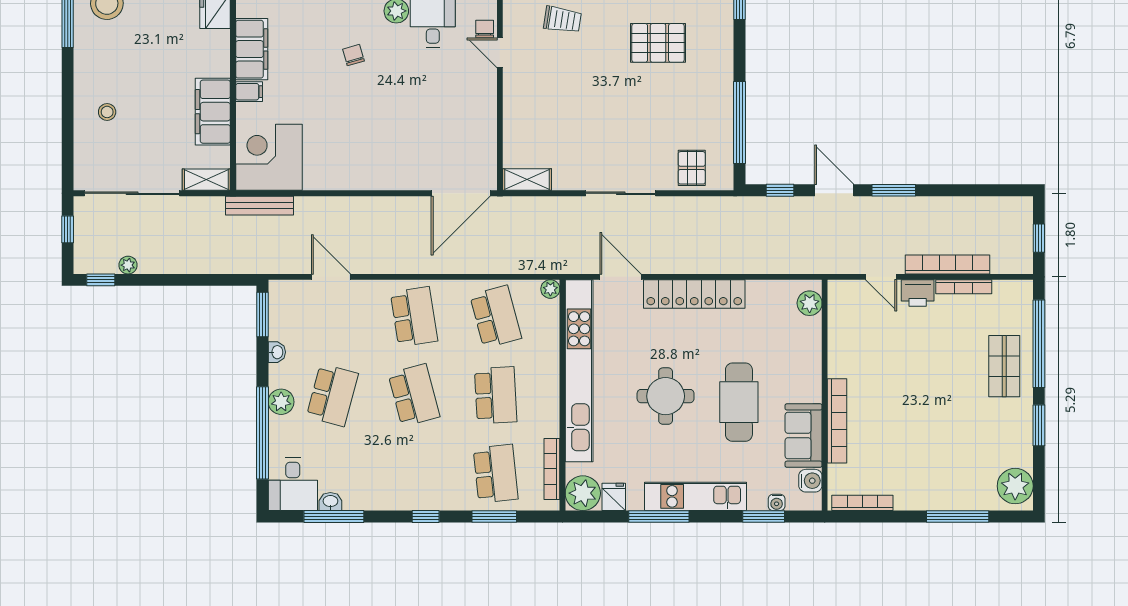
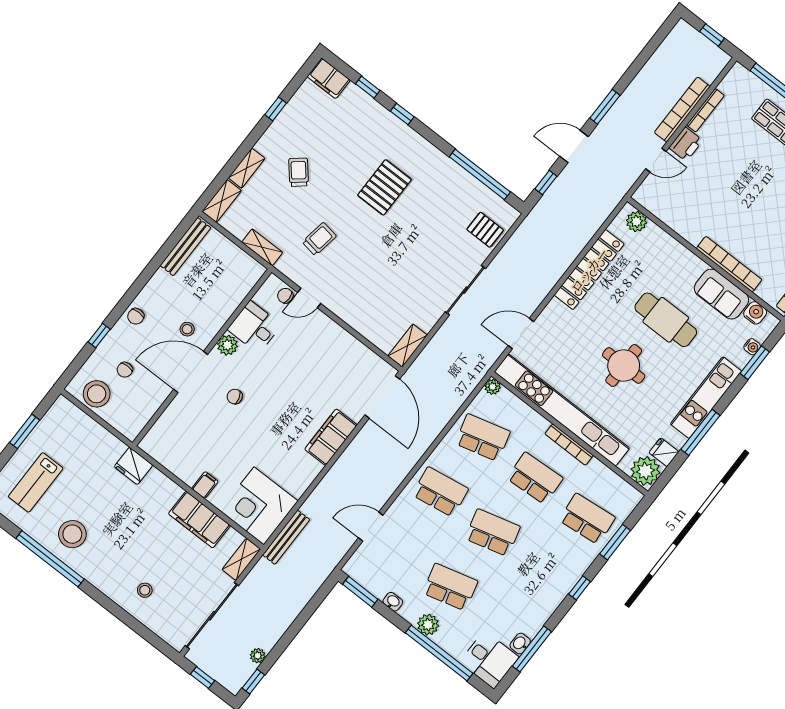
filing cabinet: (252, 49) -> (331, 437), moved, turned -90
locker: (694, 294) -> (589, 270), moved
school desk: (332, 395) -> (450, 587), turned -30
bookcase: (552, 469) -> (569, 445), moved

